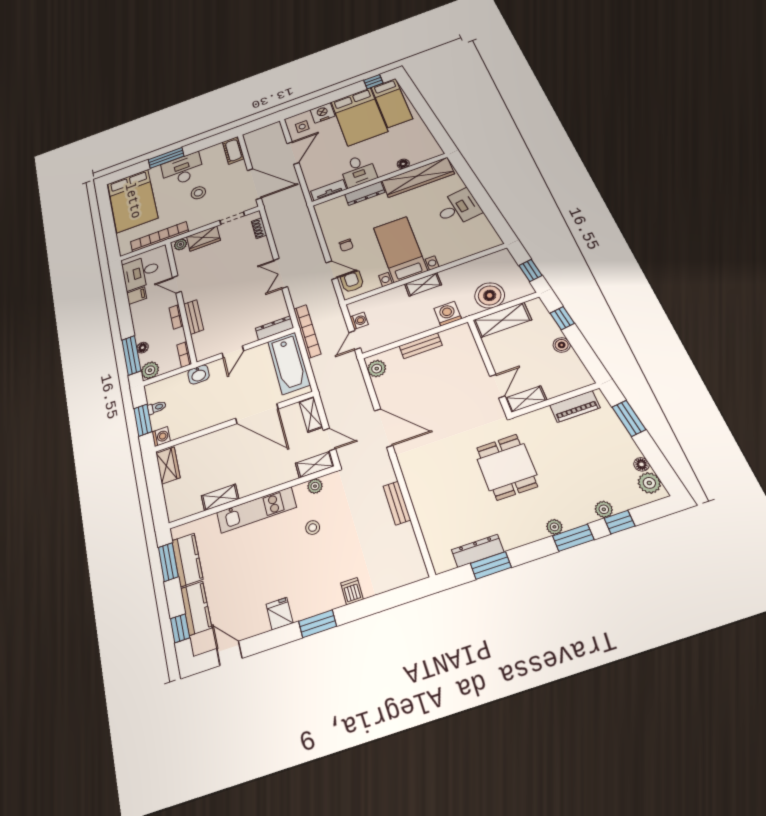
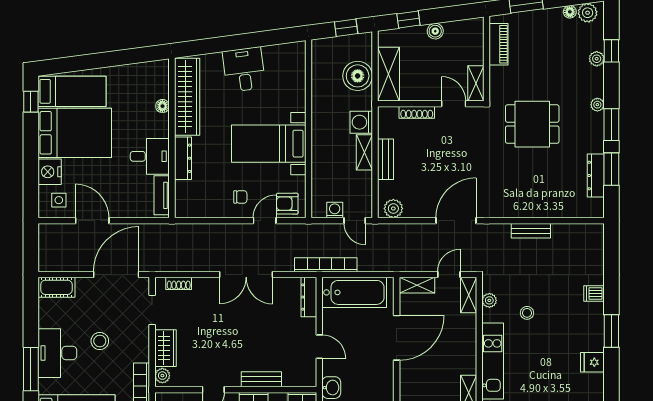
double door: (281, 273) -> (246, 275), width x1.37
shelving: (423, 284) -> (364, 152), moved
shoe rack: (476, 357) -> (417, 112), added
window: (573, 538) -> (611, 125), moved

